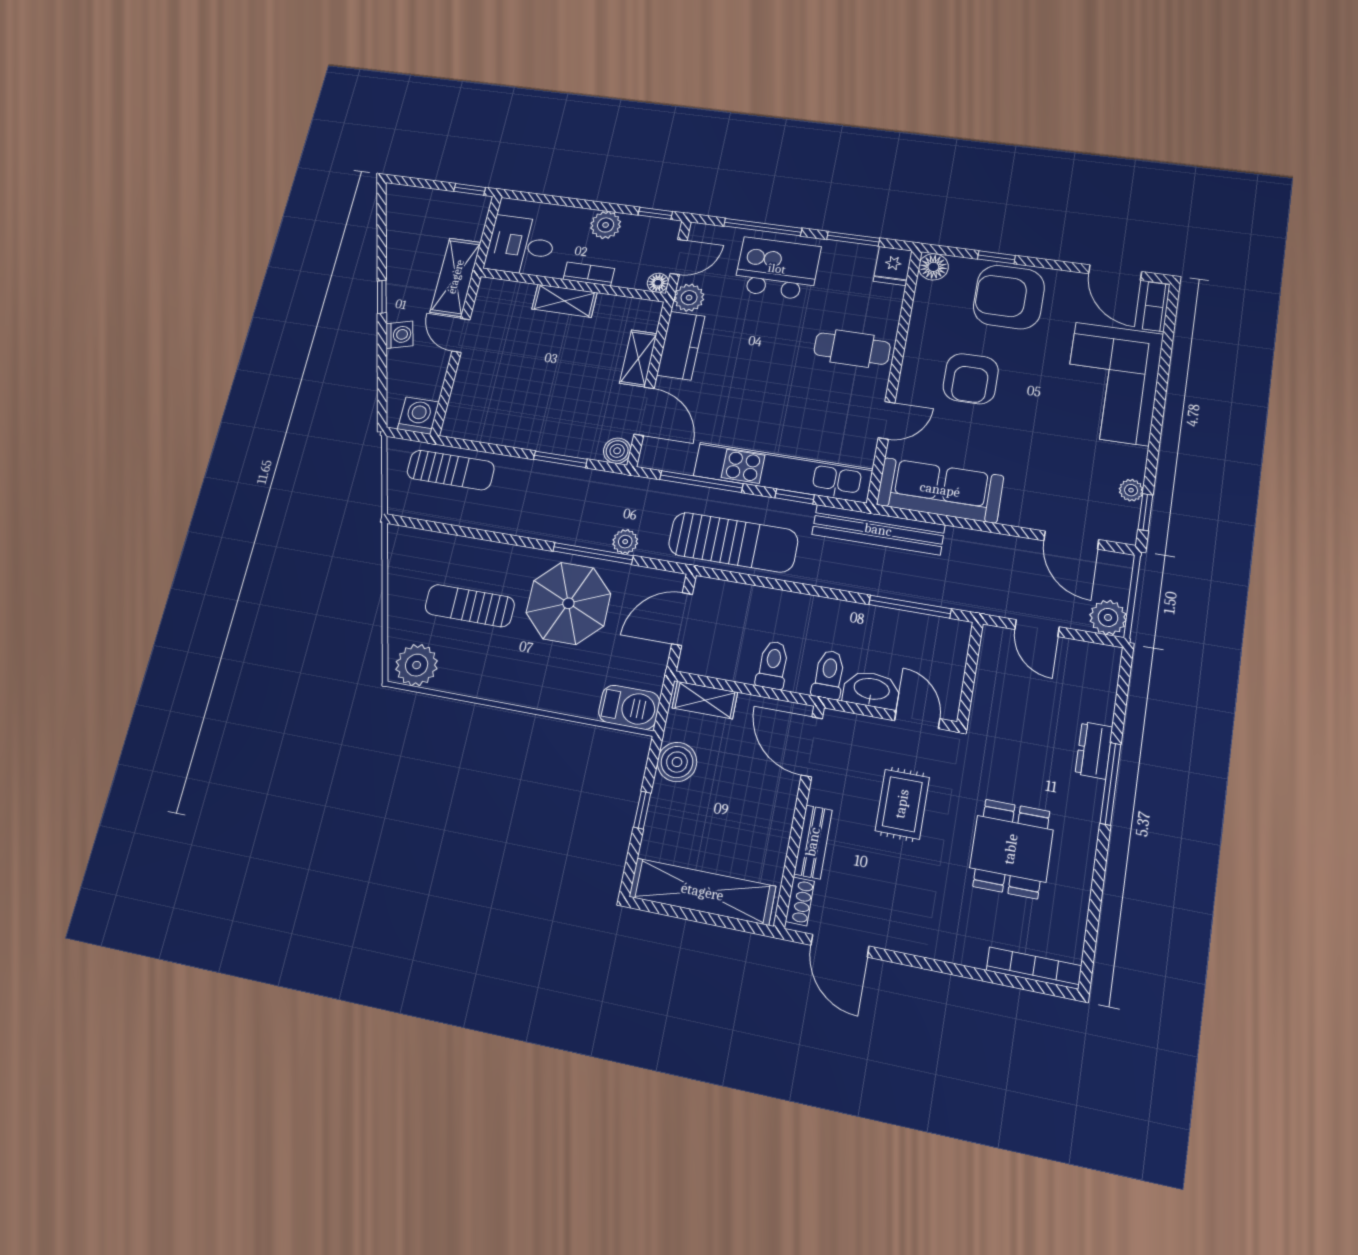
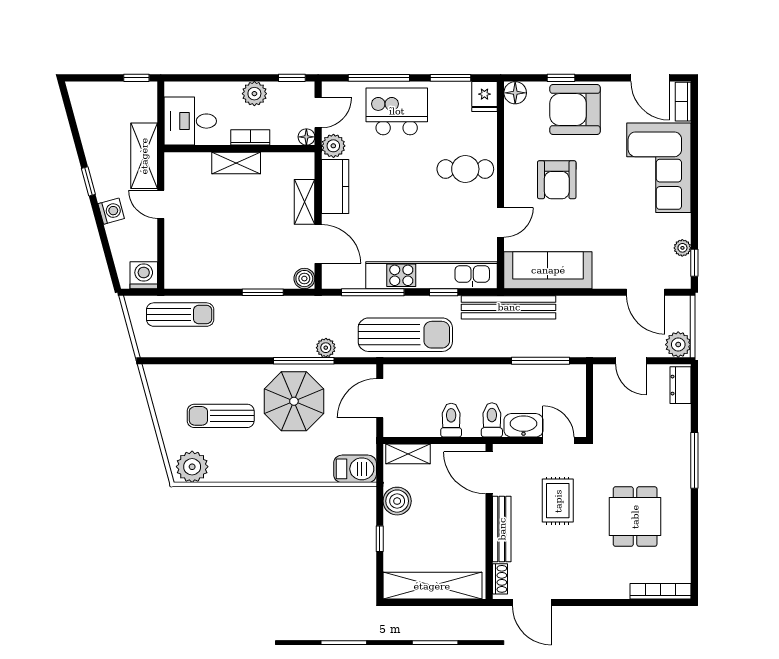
dresser: (1094, 750) -> (681, 385), moved
bench: (813, 842) -> (502, 529), width x1.36

